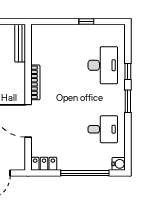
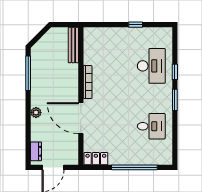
water cooler: (119, 164) -> (166, 159), removed

